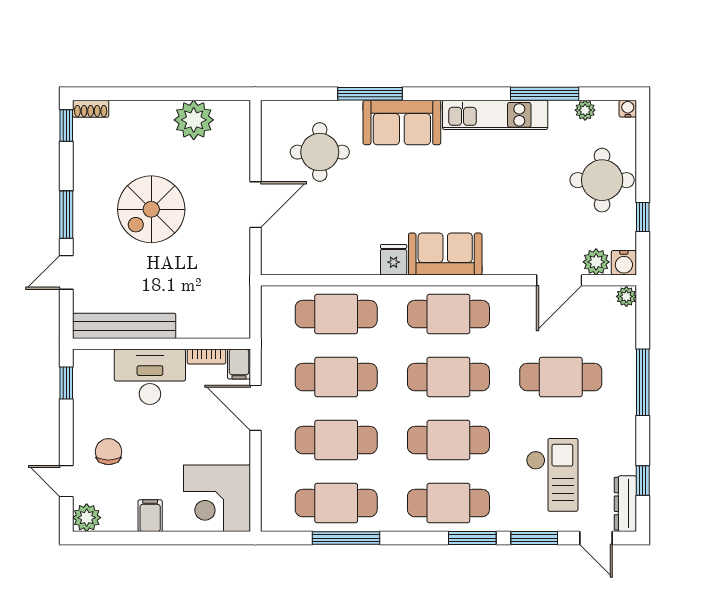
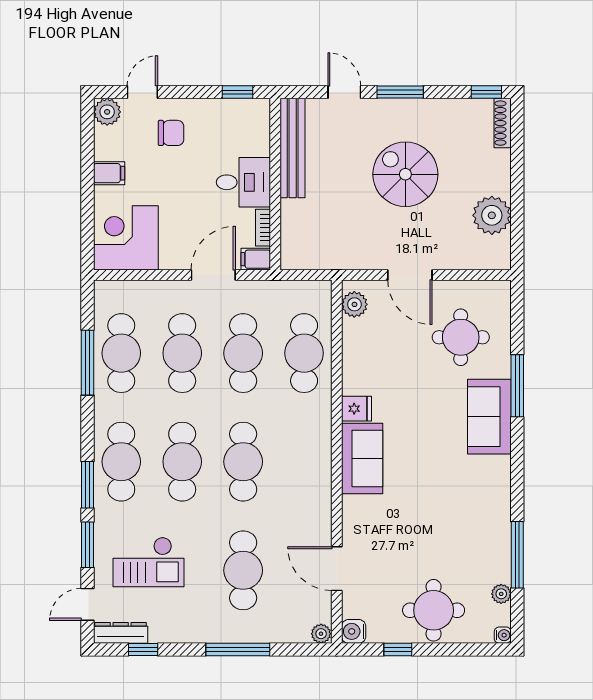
shoe rack: (91, 109) -> (503, 123), width x1.43
kitchen unit: (495, 115) -> (497, 507), removed
plant: (596, 262) -> (354, 304), moved
cafe table: (448, 314) -> (304, 462), removed
desk: (150, 377) -> (243, 182), width x0.73

